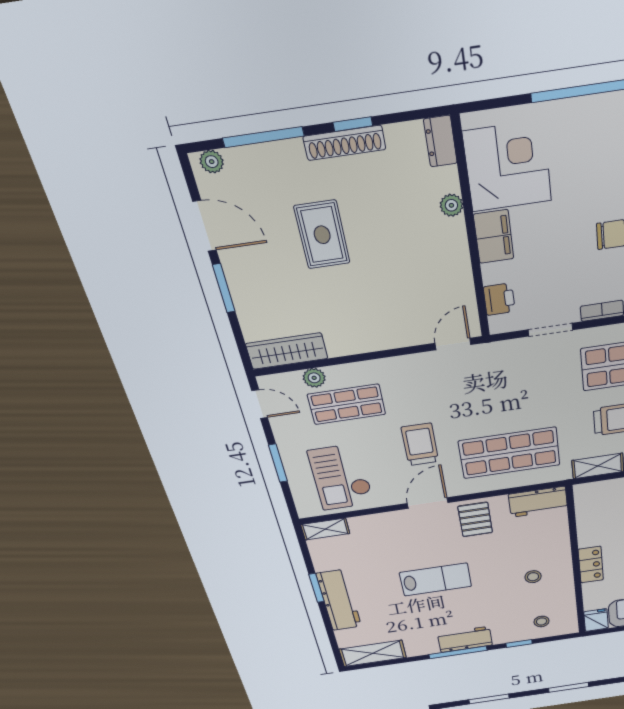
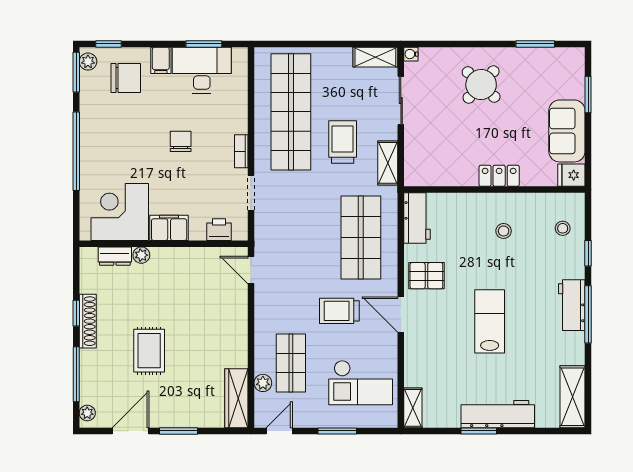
dresser: (440, 141) -> (115, 256), moved
rug: (322, 235) -> (149, 351), turned 90

